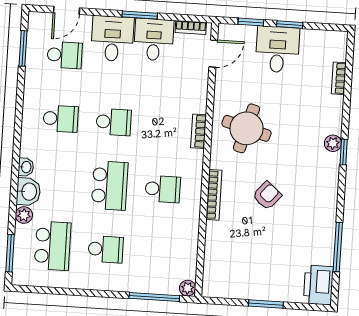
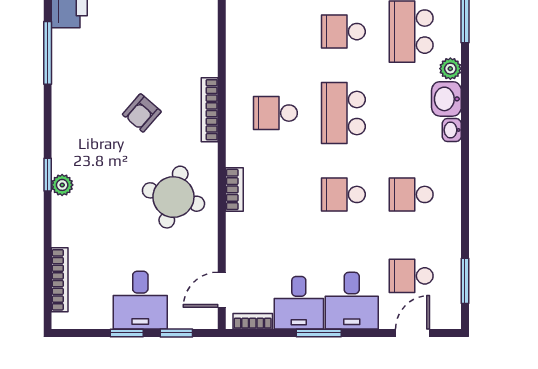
bookcase: (339, 78) -> (60, 280), width x1.56

